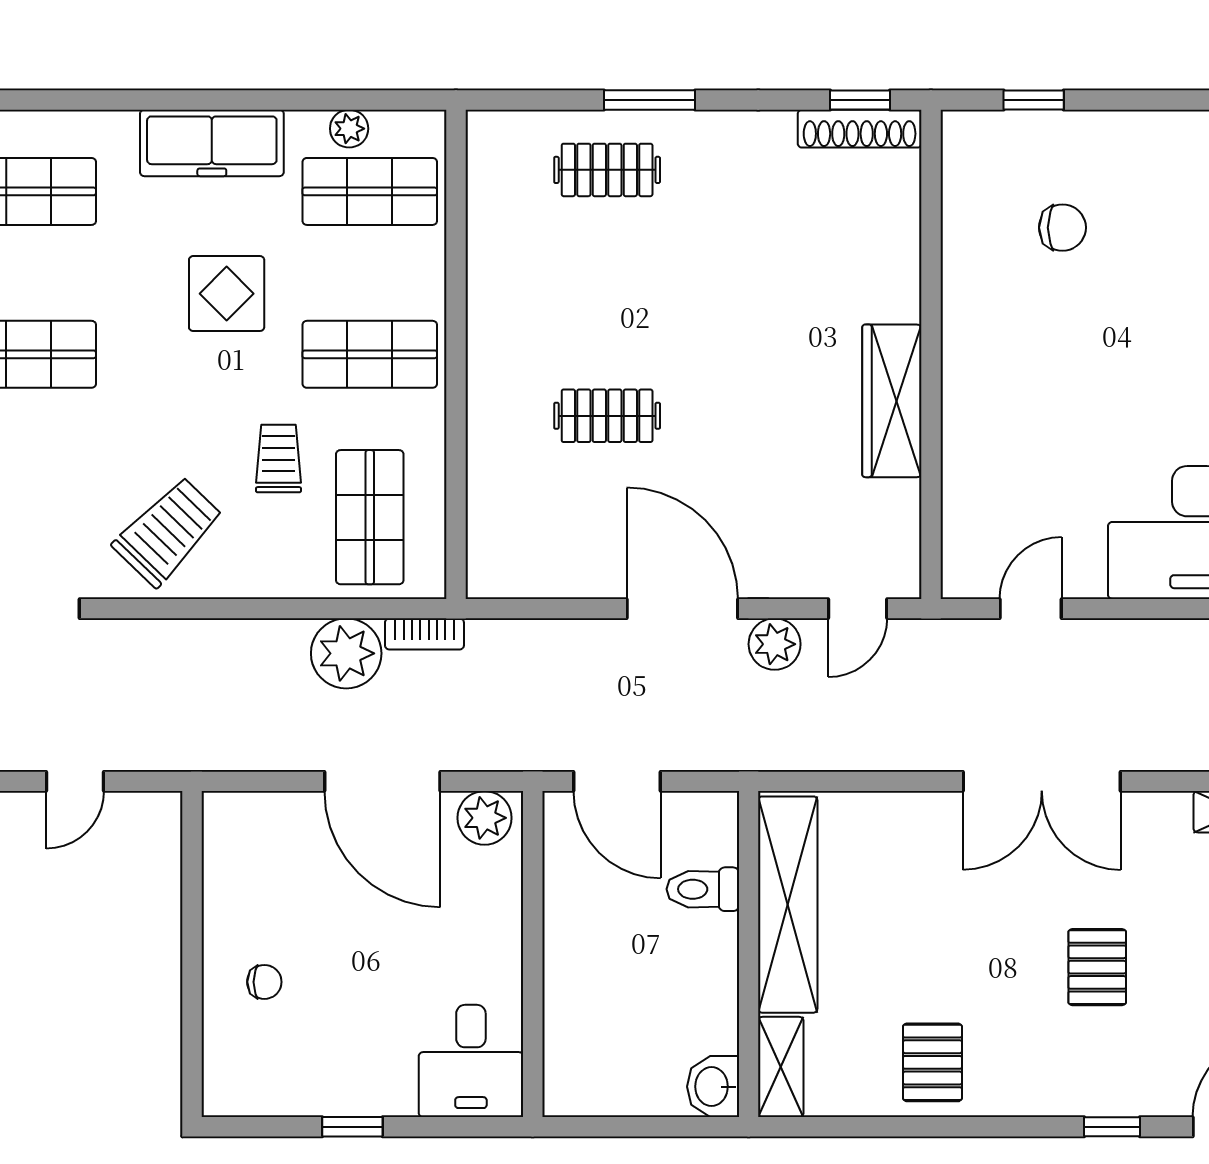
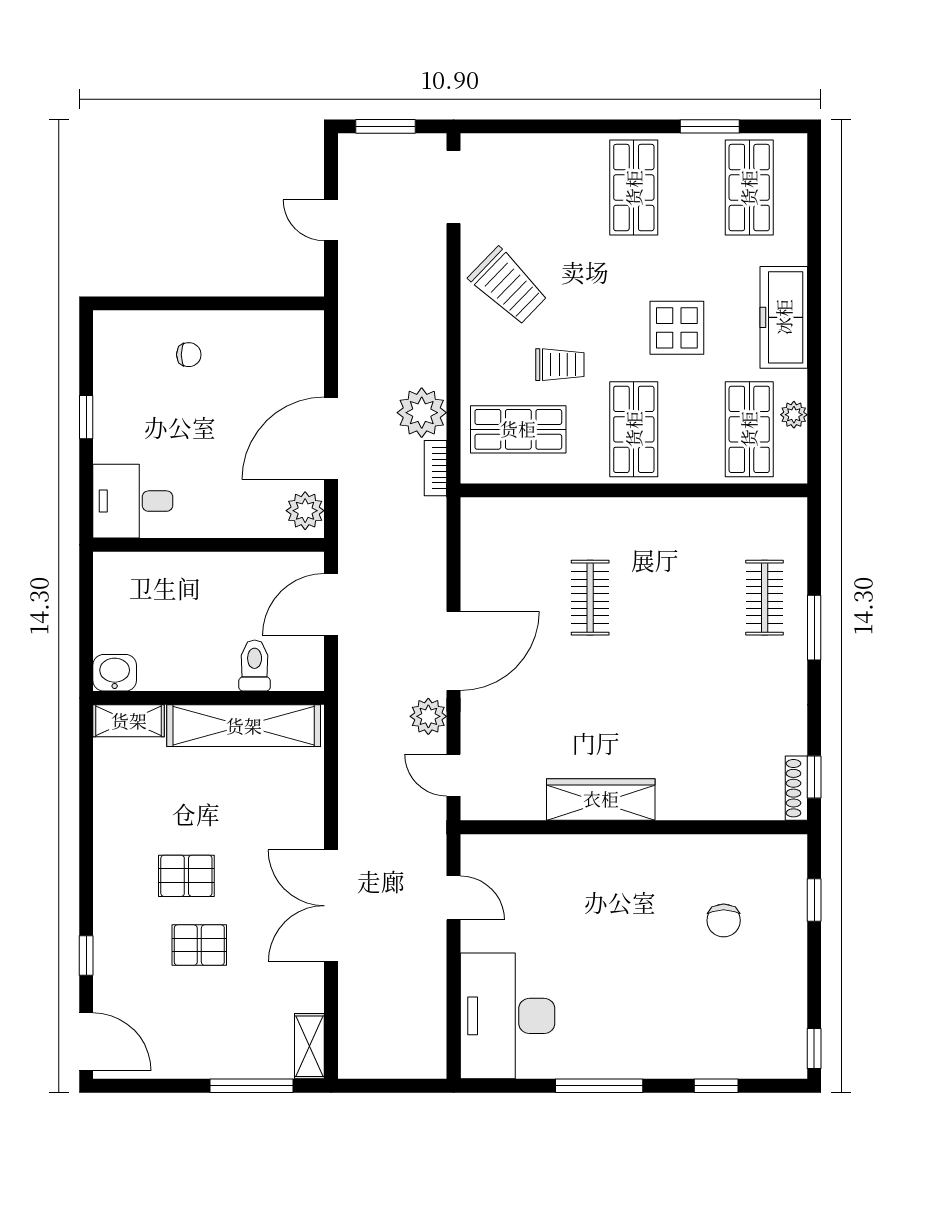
shoe rack: (860, 129) -> (796, 788), width x0.74, depth x0.81
chair: (264, 982) -> (189, 355), turned -90
pallet: (932, 1062) -> (186, 876), moved

